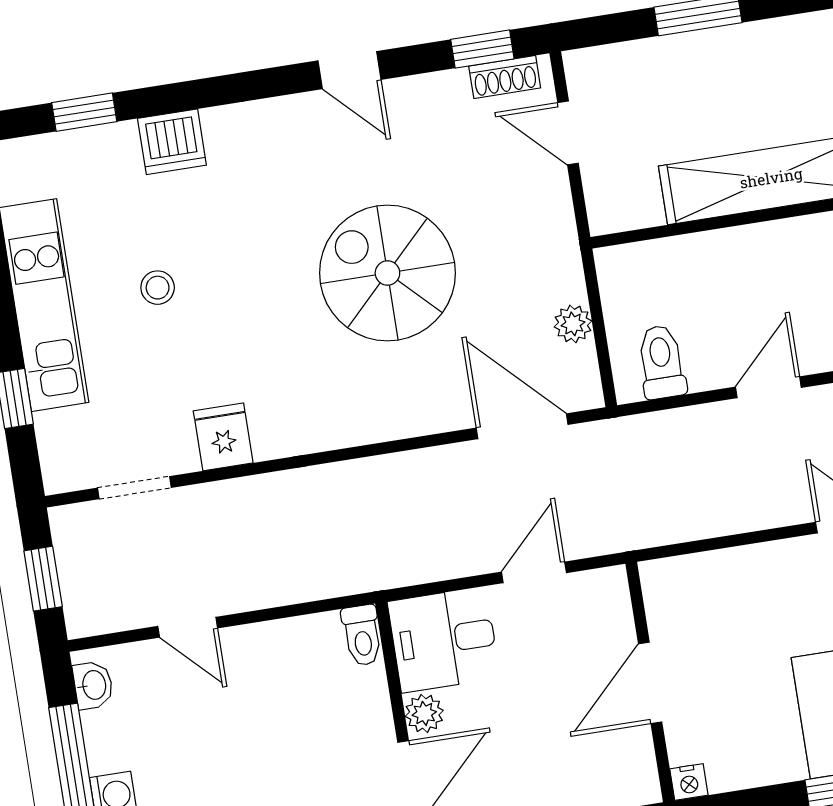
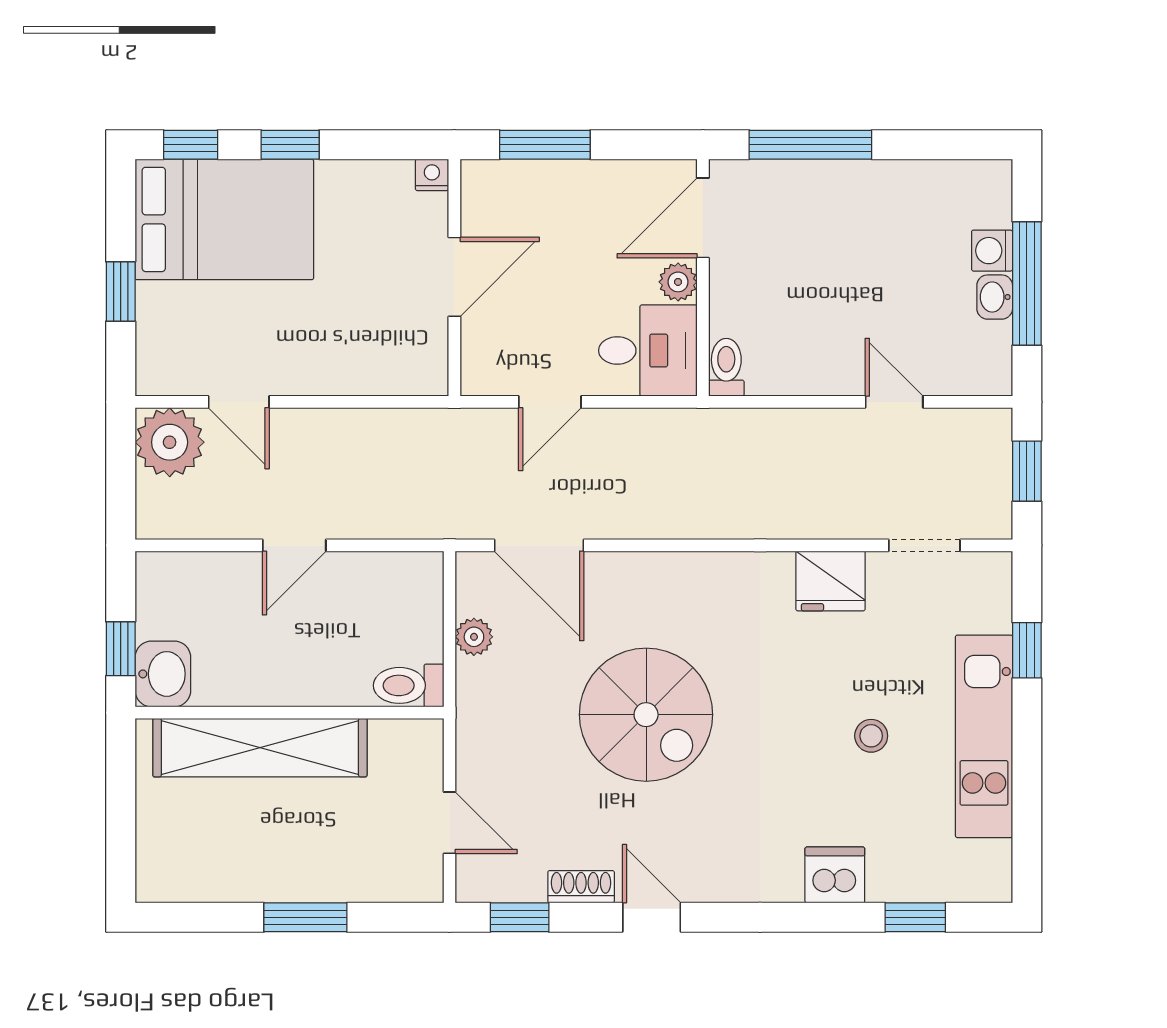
shoe rack: (505, 77) -> (581, 887), moved
toilet: (661, 362) -> (409, 685), moved, turned 90
fridge: (223, 437) -> (830, 581), width x1.38
washbasin: (93, 685) -> (995, 297), moved

